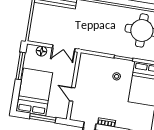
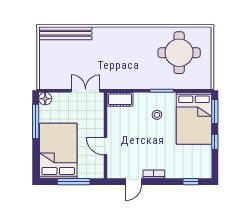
double door: (64, 48) -> (86, 91), swing flipped
floor lamp: (41, 51) -> (45, 99), moved
cot: (90, 59) -> (120, 99), added

